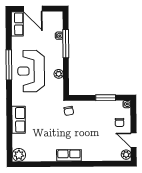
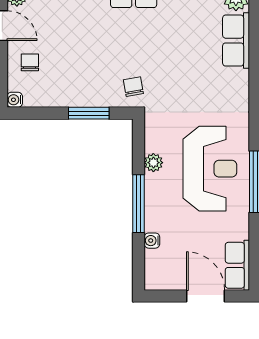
window: (66, 44) -> (139, 204), moved
window: (106, 98) -> (89, 113), moved
row of seats: (19, 120) -> (236, 41), moved

